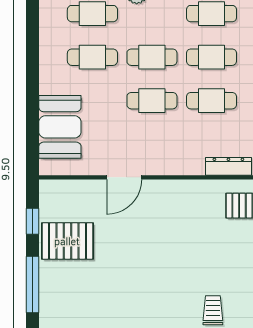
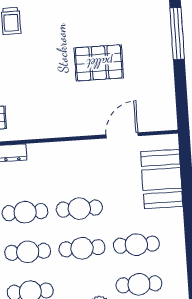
door: (124, 177) -> (122, 135), moved
window: (33, 221) -> (181, 91), removed
pallet: (67, 241) -> (99, 63), moved

